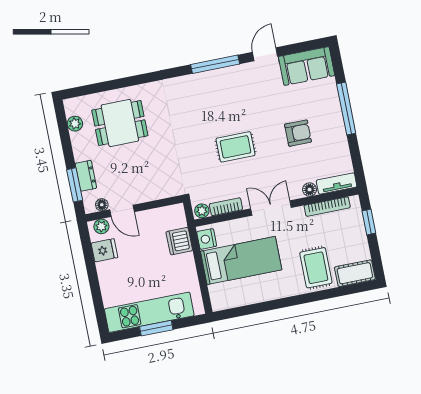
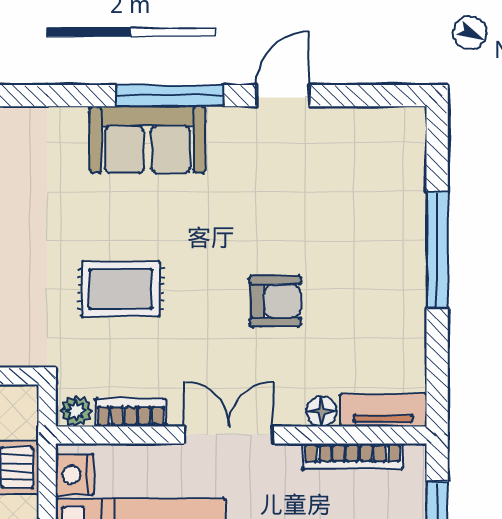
sofa: (307, 66) -> (147, 140), moved
armchair: (298, 133) -> (275, 301), moved
rug: (235, 147) -> (121, 289), moved

